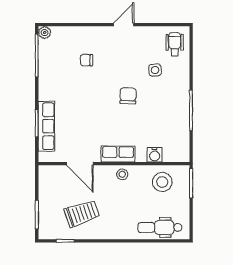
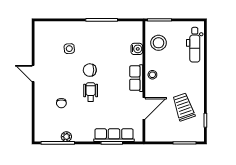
plant: (45, 33) -> (66, 137), moved
wheelchair: (175, 44) -> (91, 92), moved, turned 90

